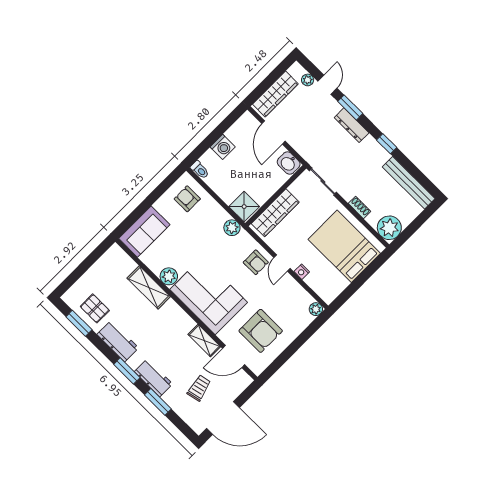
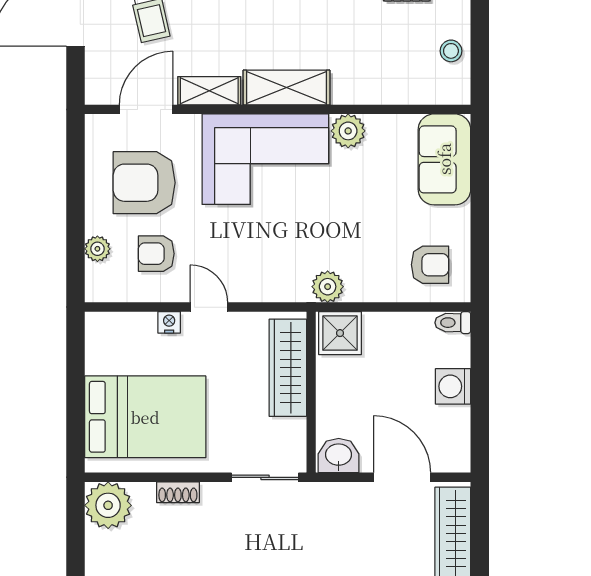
armchair: (256, 262) -> (156, 254), moved
stool: (103, 268) -> (451, 51), added
shelving: (149, 287) -> (286, 88), moved
plant: (316, 309) -> (97, 249), moved

